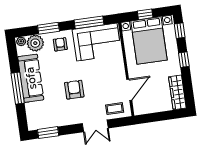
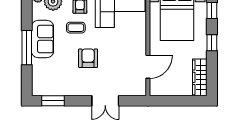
sofa: (31, 78) -> (43, 39), width x0.73
coffee table: (115, 109) -> (76, 28), moved

